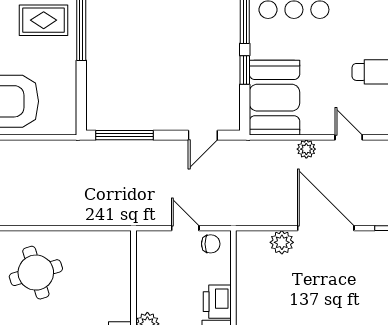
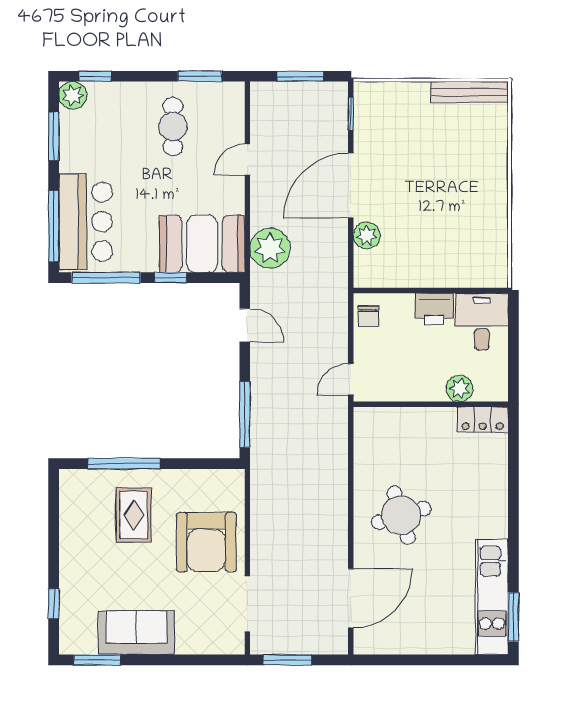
rug: (44, 20) -> (134, 515), moved
plant: (306, 149) -> (270, 248), moved, width x1.88, depth x1.88
door: (185, 228) -> (351, 379), moved
chair: (211, 244) -> (368, 316), turned 180

